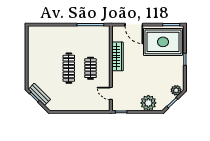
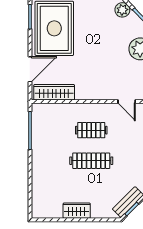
wardrobe: (118, 56) -> (54, 92), moved
wardrobe: (33, 58) -> (77, 211), added
door: (111, 93) -> (127, 102), hinge flipped

